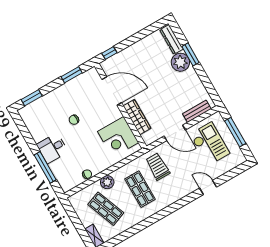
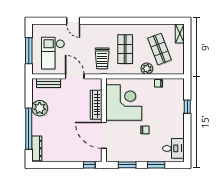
window: (191, 54) -> (29, 129), width x2.11
plant: (180, 62) -> (40, 108), moved
window: (32, 98) -> (156, 165), moved
corner desk: (118, 137) -> (124, 103), width x1.36, depth x1.36
desk: (52, 148) -> (173, 148), moved
window: (45, 167) -> (187, 107), width x0.46

